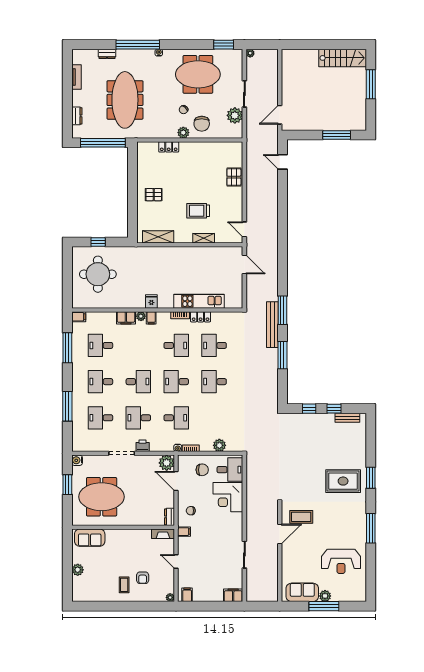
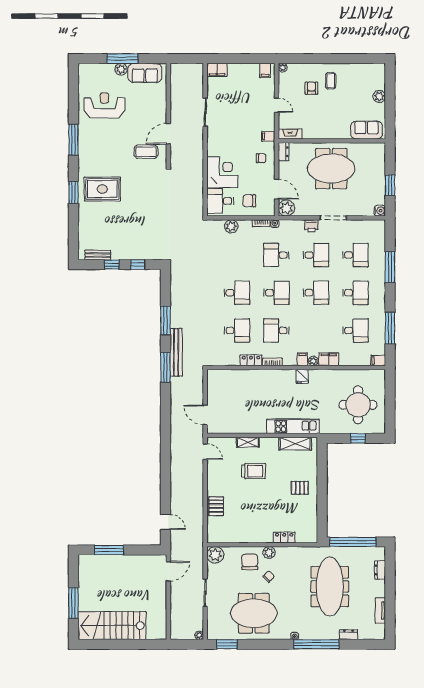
stairs: (343, 58) -> (112, 626), width x1.36, depth x1.51
plant: (235, 115) -> (215, 555), moved
kitchen unit: (199, 301) -> (293, 426), moved, turned 180
desk: (138, 382) -> (316, 293), turned 180
meeting table: (102, 497) -> (331, 169), moved

